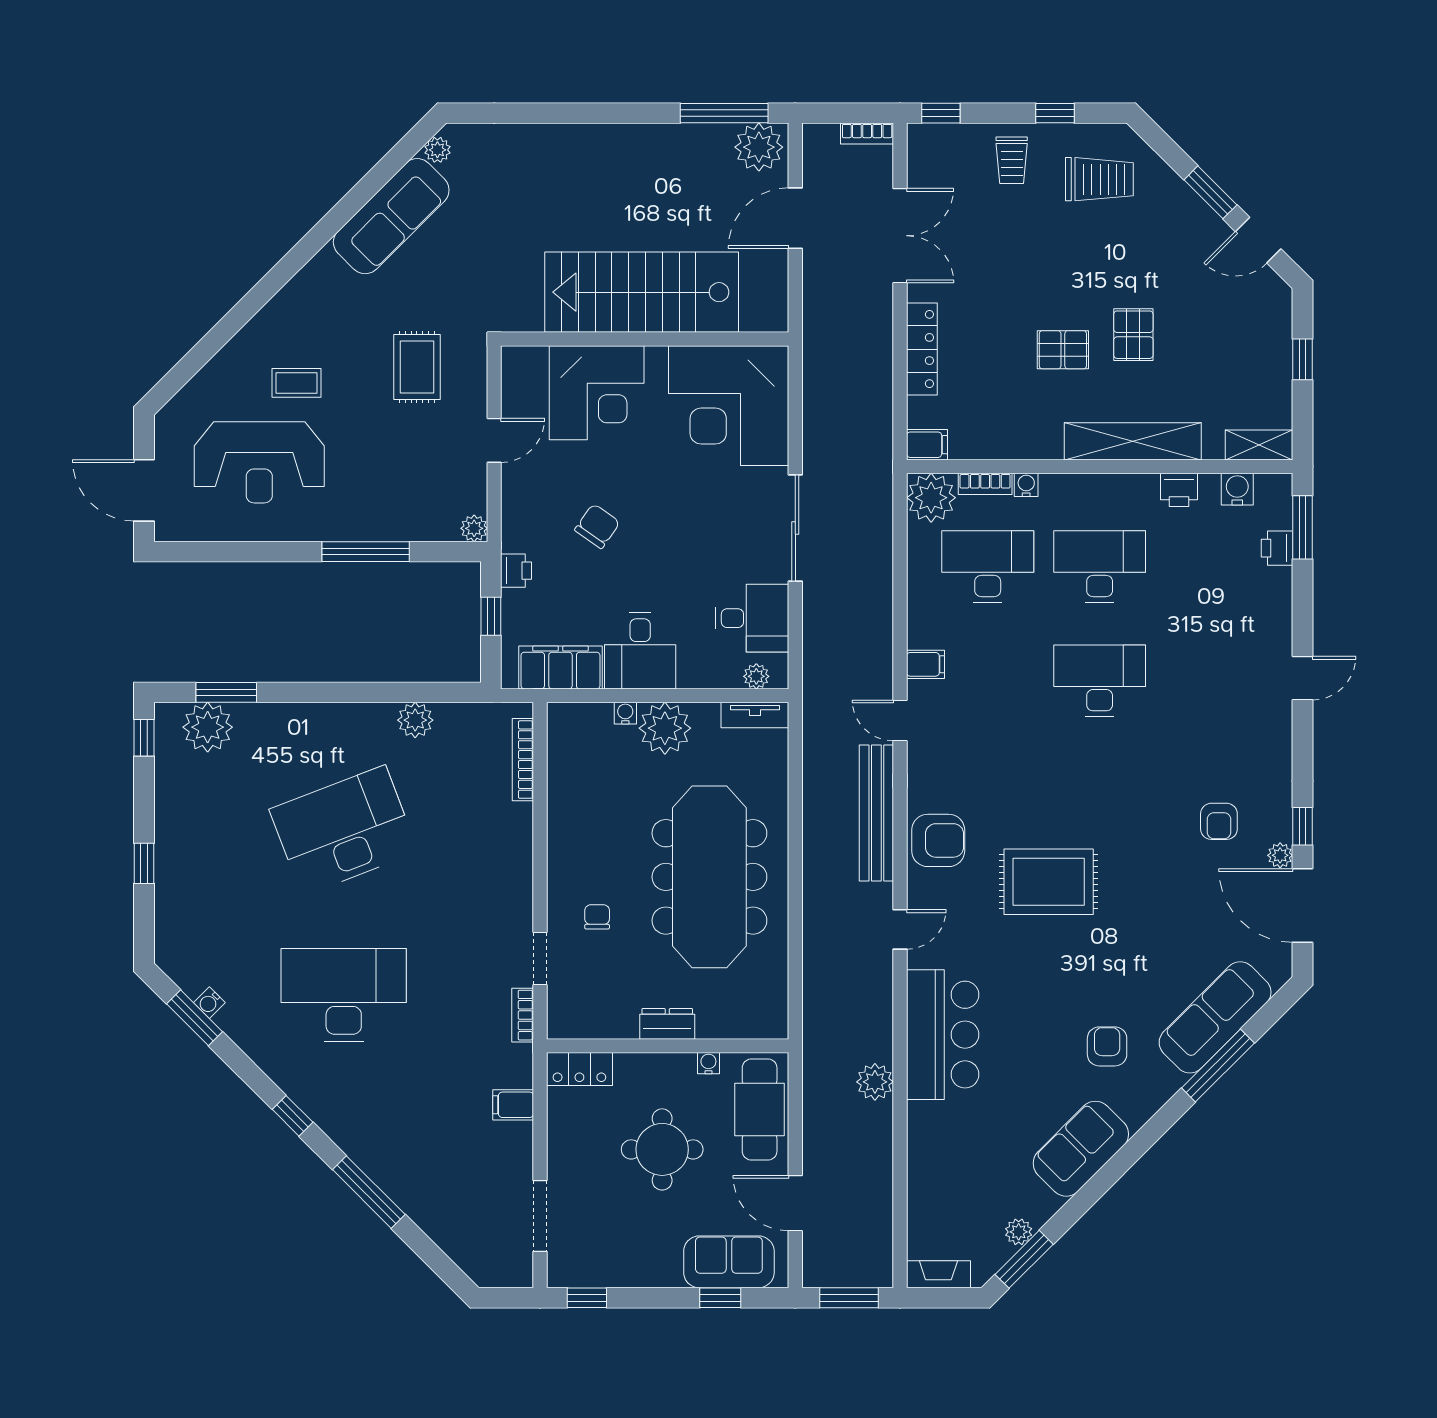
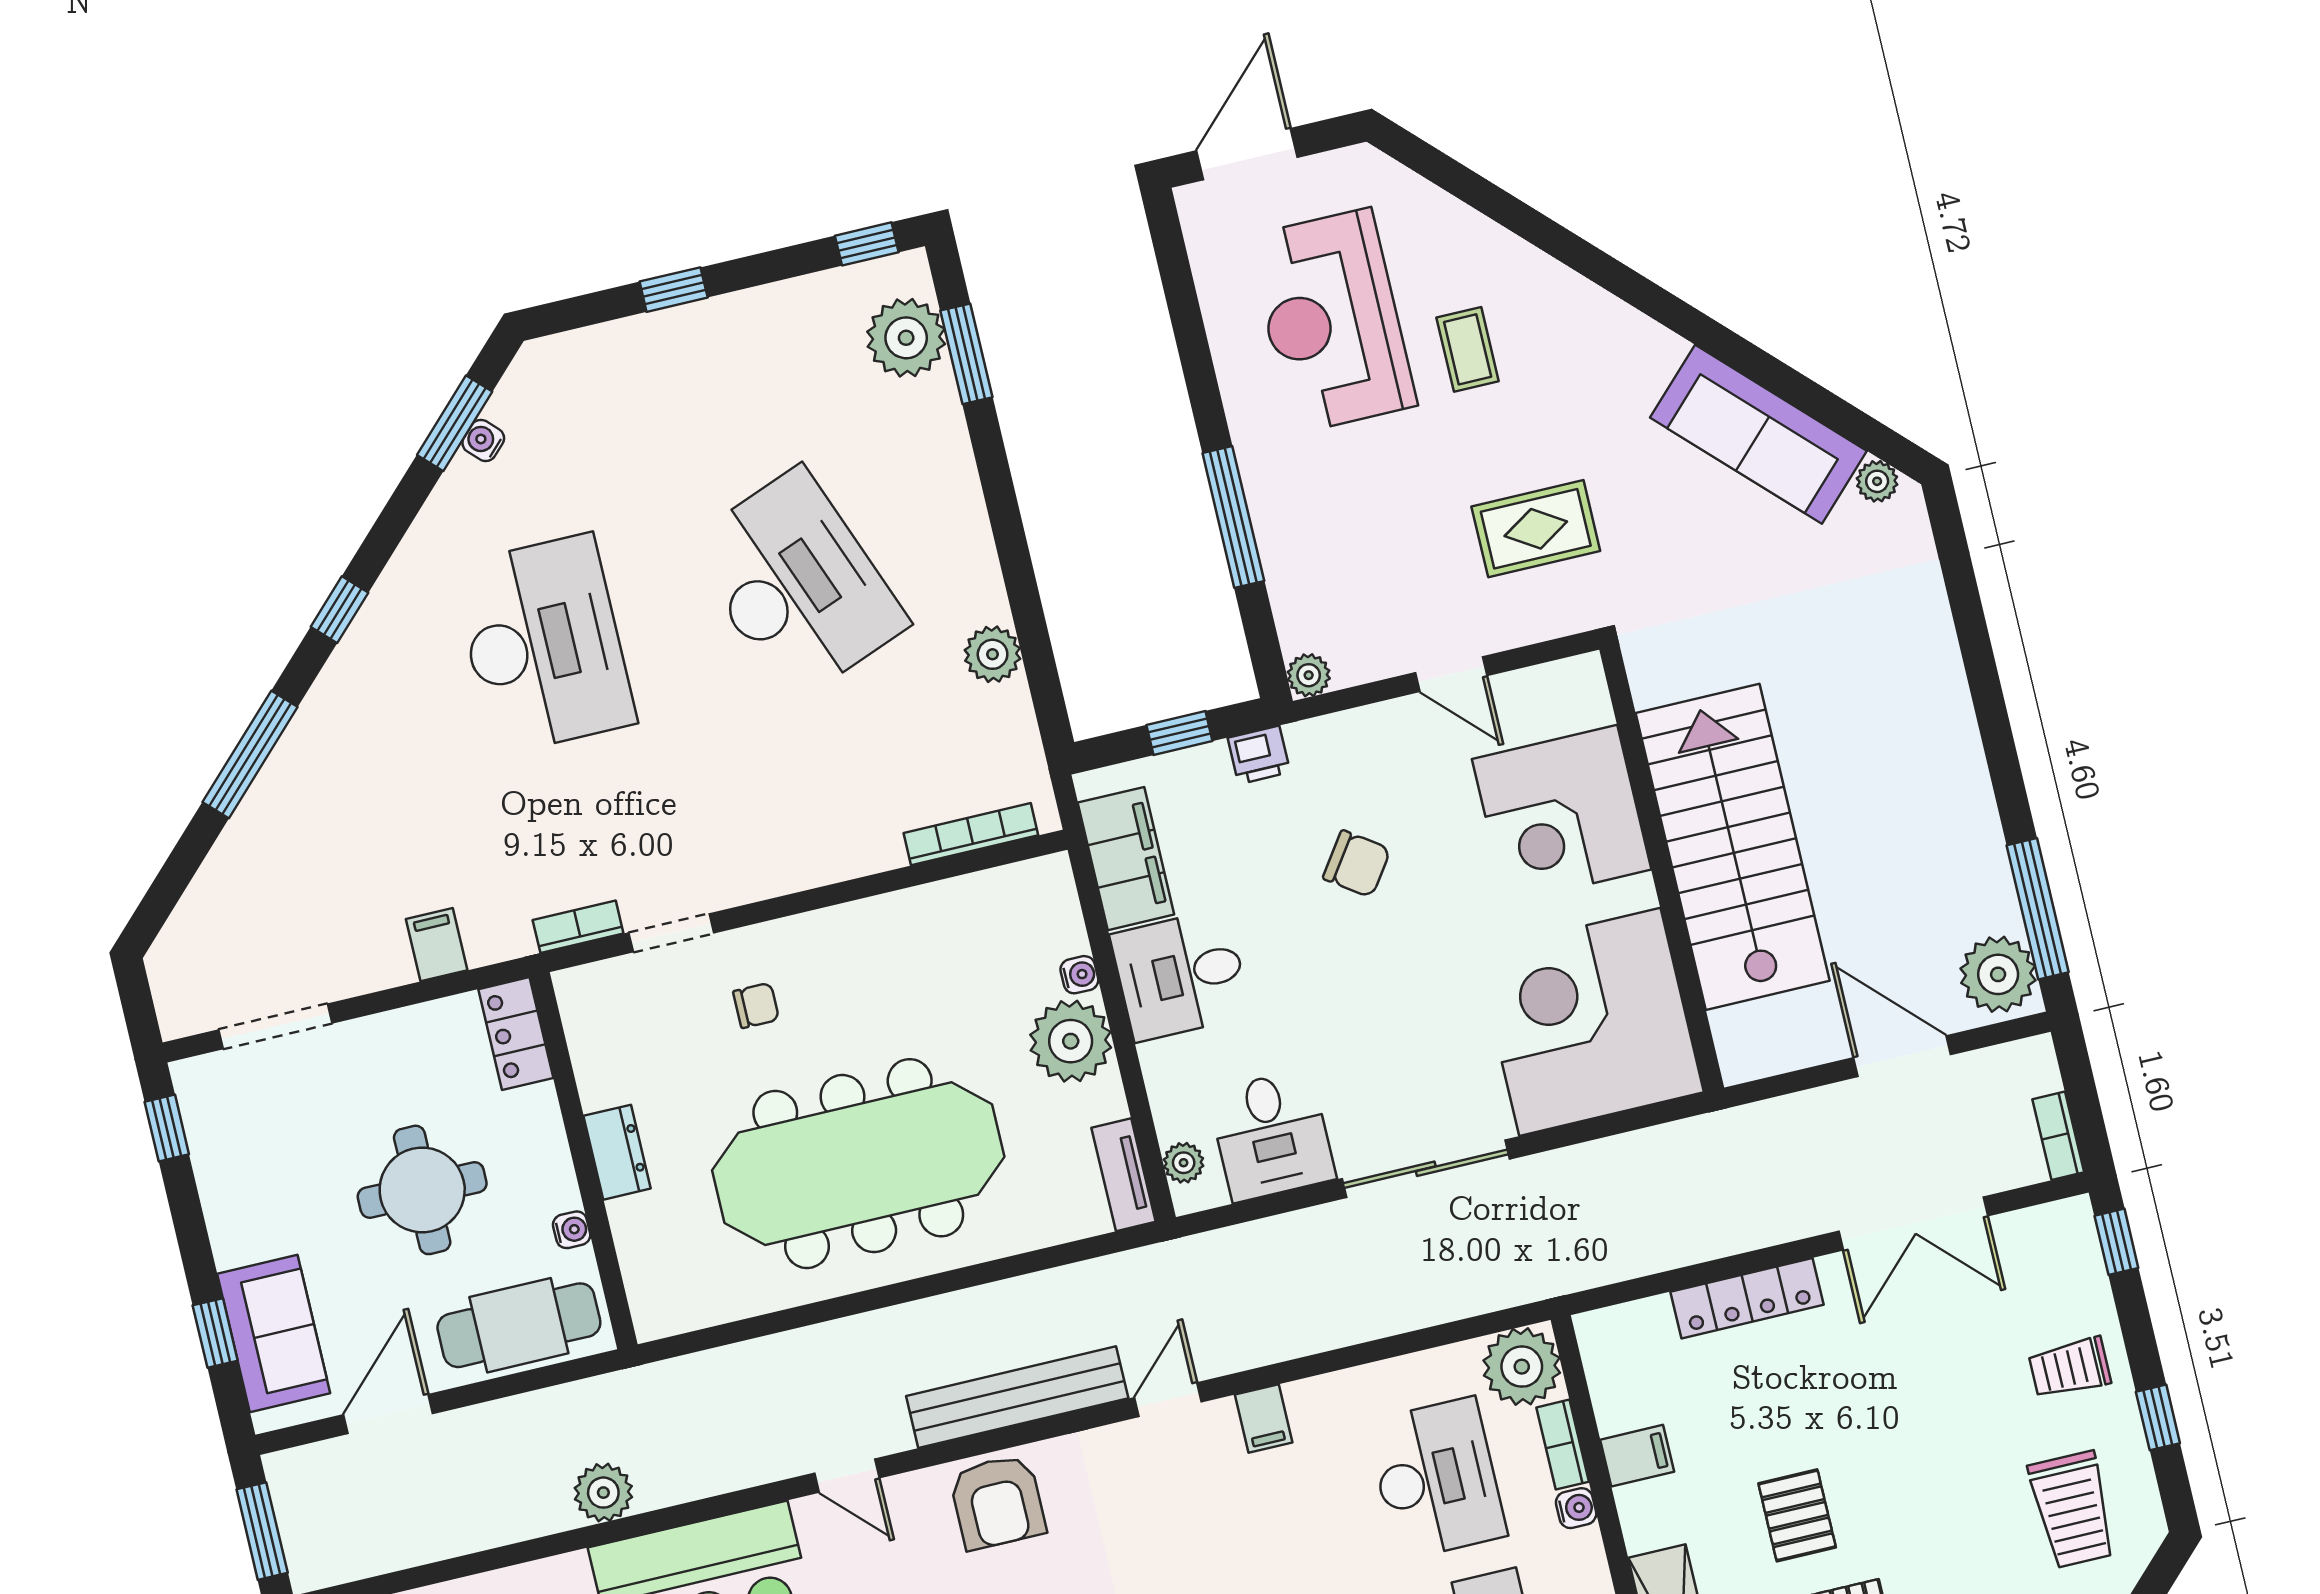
filing cabinet: (927, 445) -> (1637, 1456), moved, turned -90

